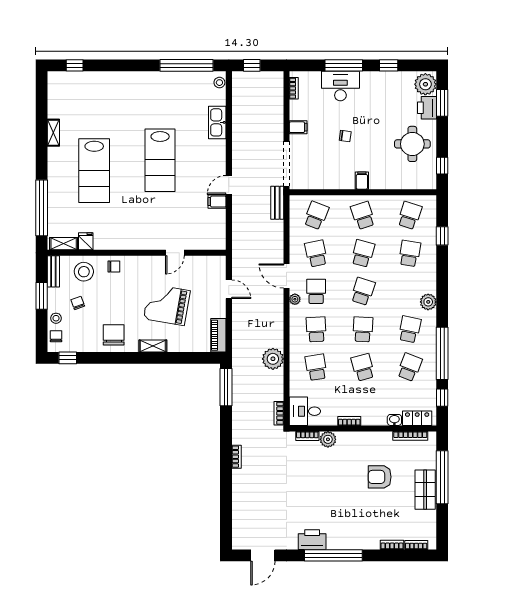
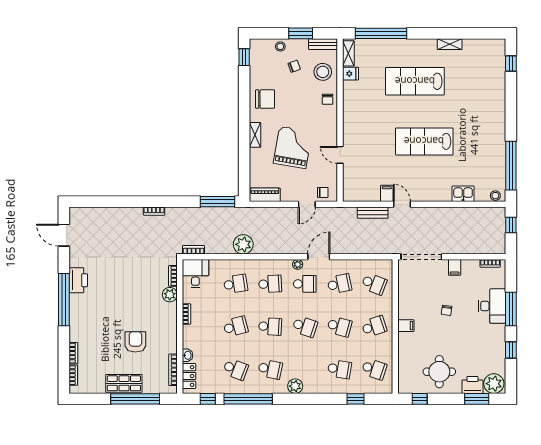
kitchen sink: (217, 122) -> (463, 194), width x0.73
bench: (277, 203) -> (373, 213), moved
chair: (56, 336) -> (323, 192), moved

